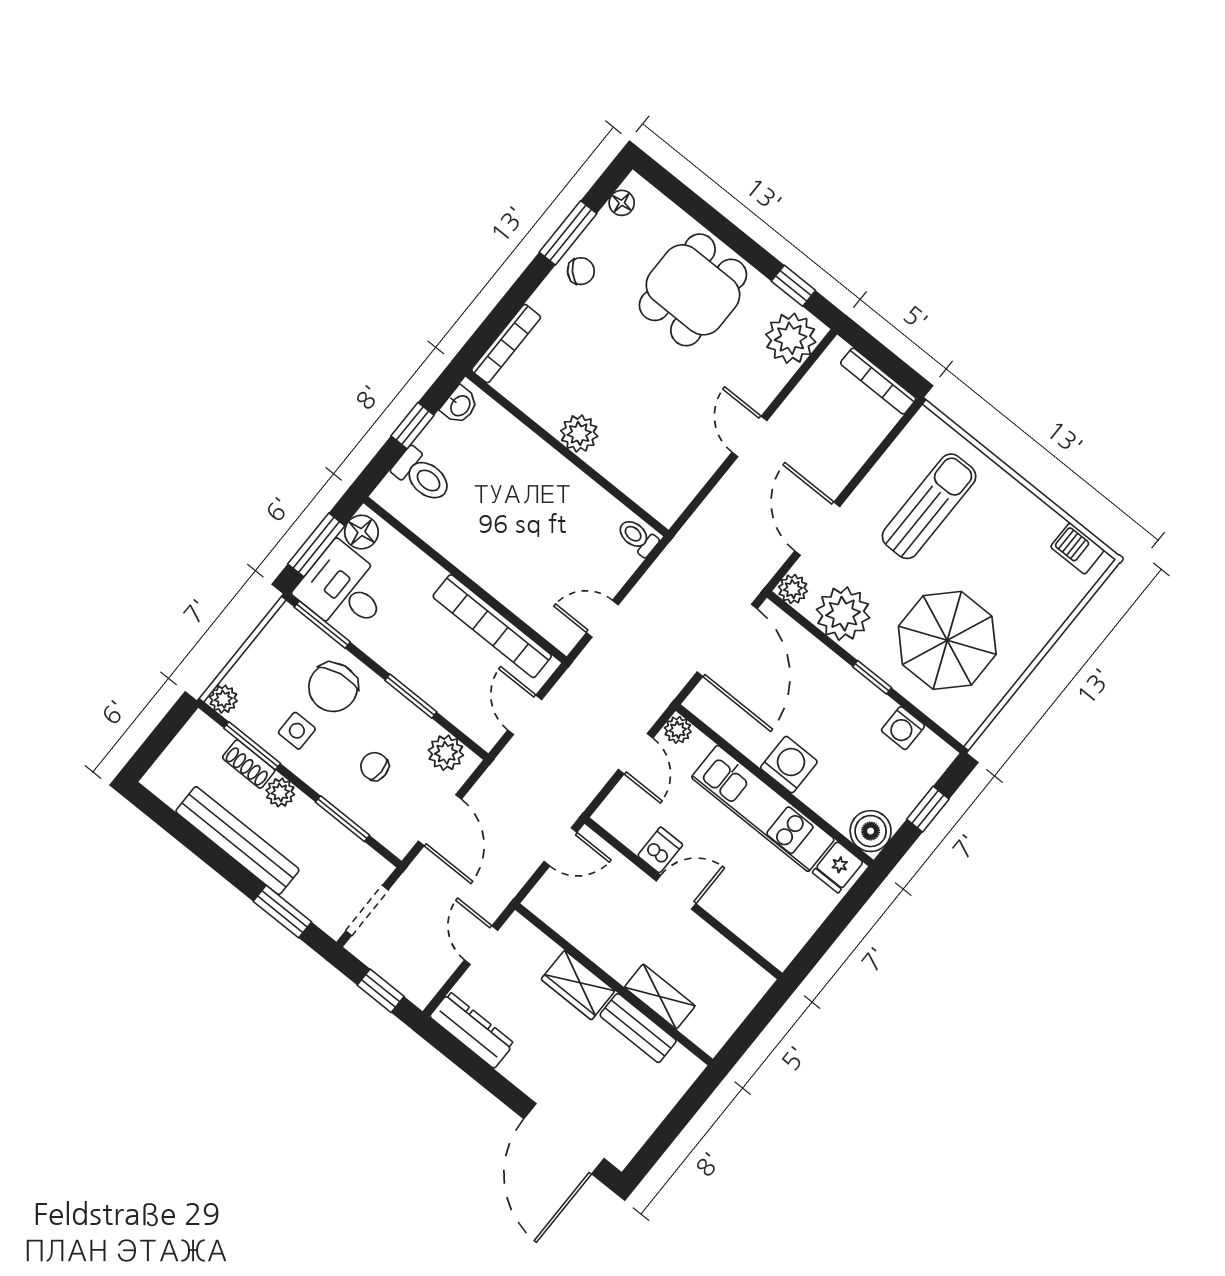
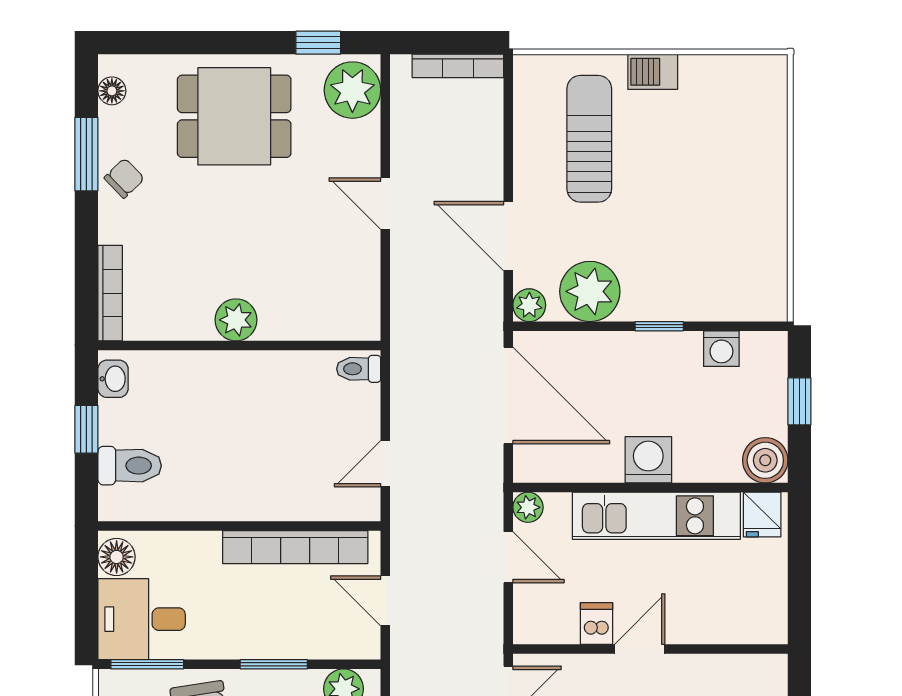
dining table: (693, 290) -> (234, 116), turned 90
window: (316, 545) -> (86, 599), removed
barbecue: (1077, 549) -> (653, 72), moved
parasol: (947, 640) -> (698, 242), removed

